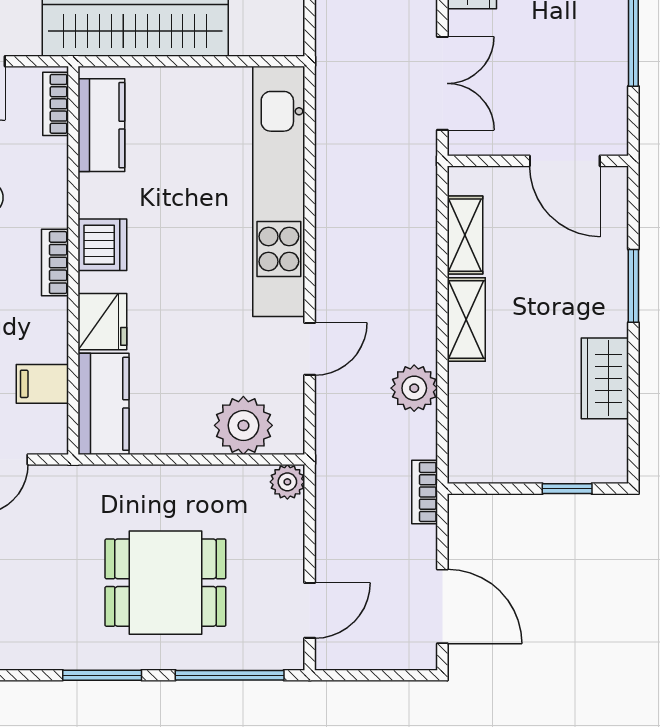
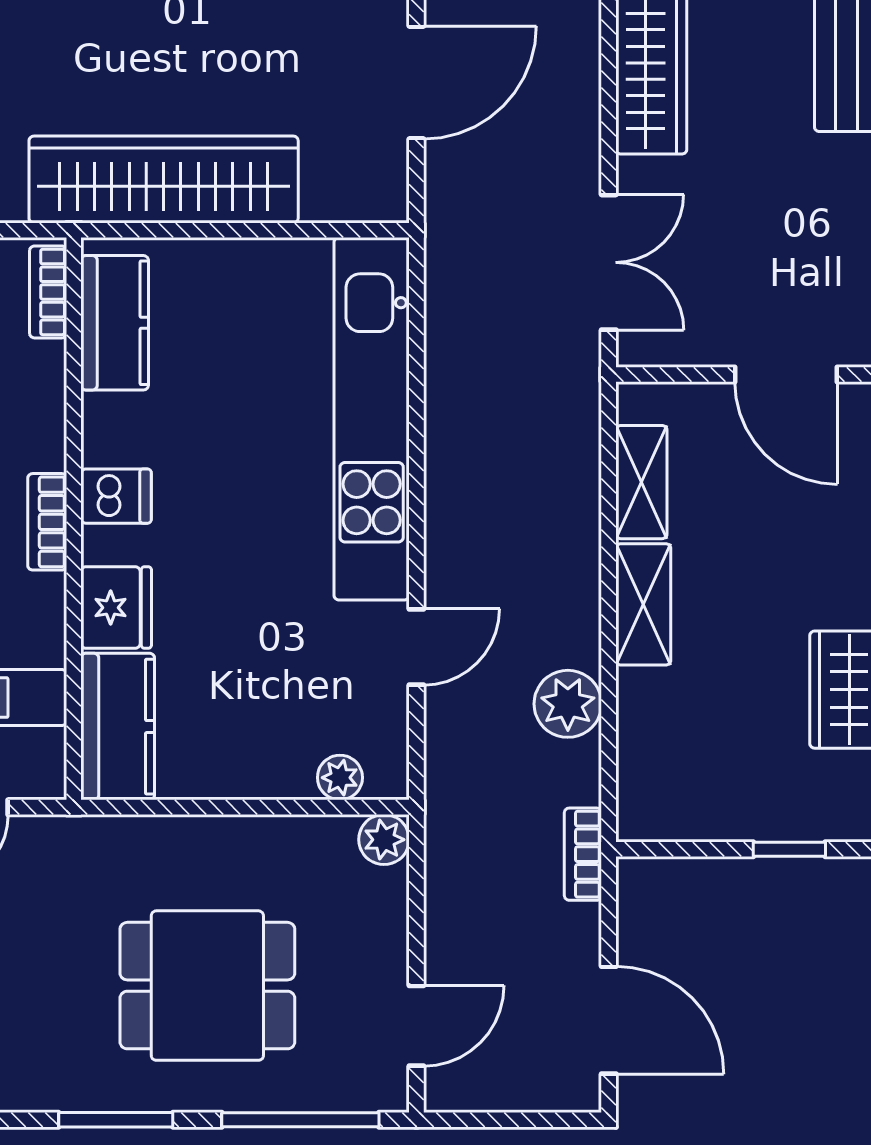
dishwasher: (102, 245) -> (116, 496), width x0.73
plant: (243, 425) -> (340, 778), width x0.53, depth x0.53

